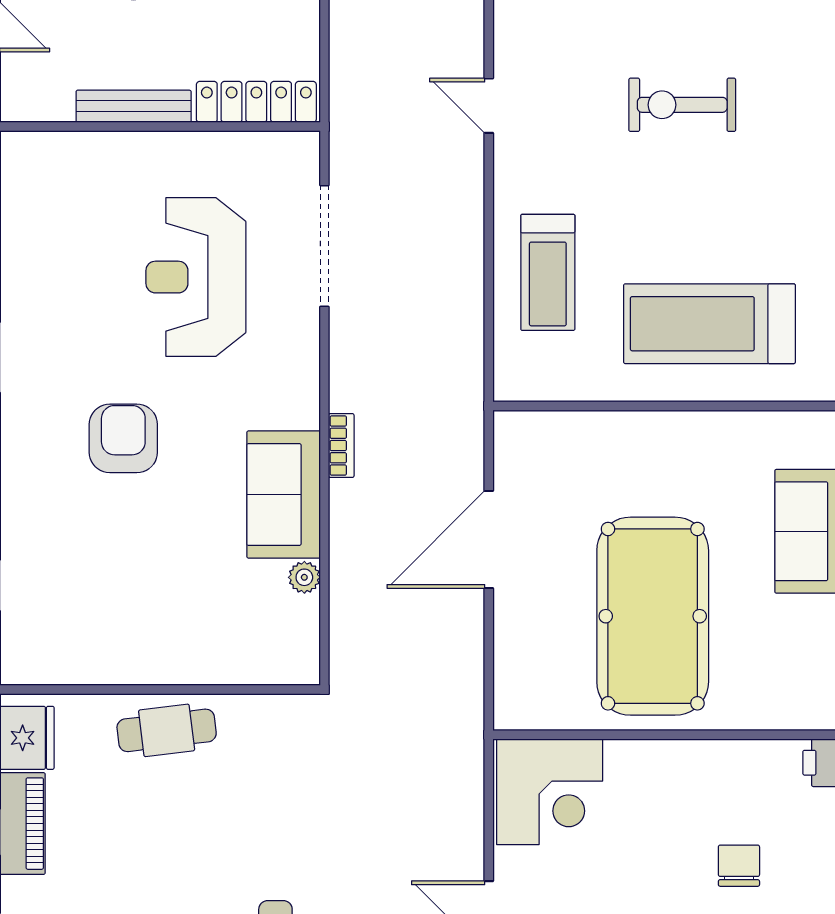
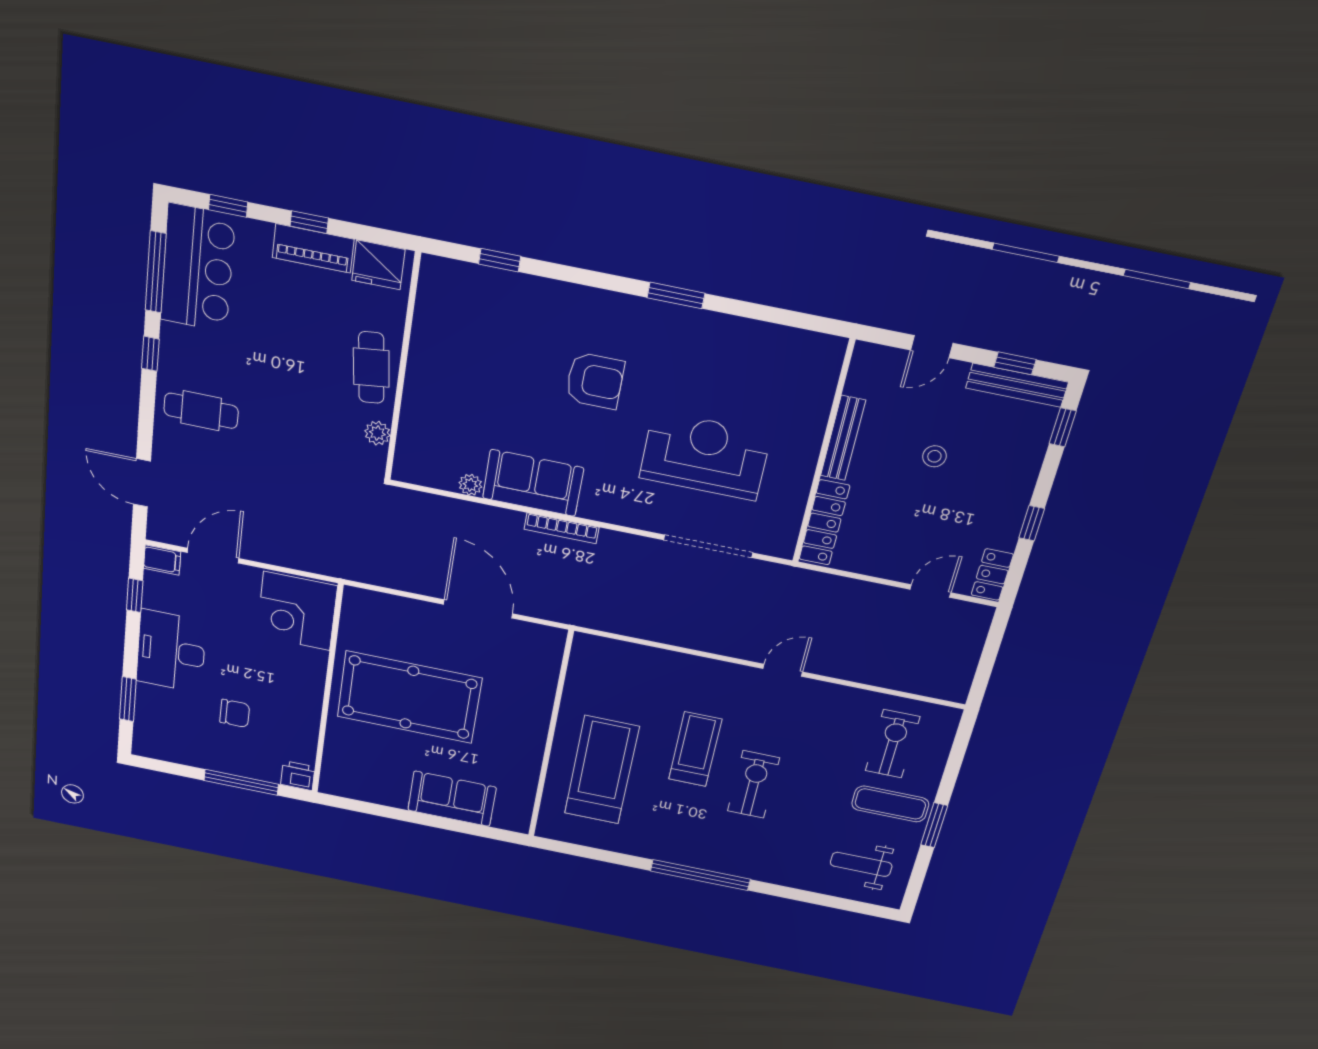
treadmill: (548, 272) -> (695, 749), moved, turned 90
bookcase: (341, 446) -> (562, 528), width x1.56
plant: (257, 711) -> (377, 433), added

